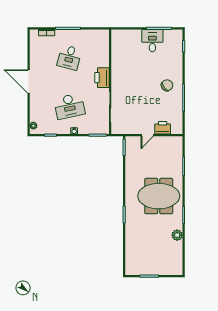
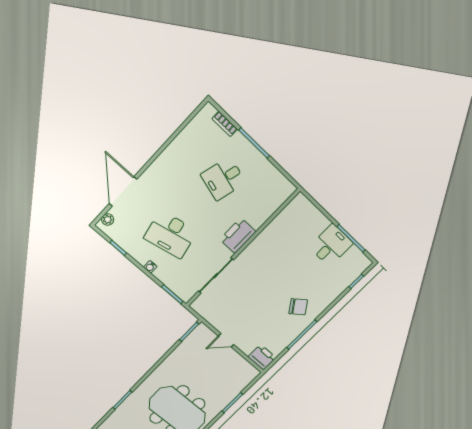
door: (29, 81) -> (123, 192), moved
printer: (163, 128) -> (262, 357), moved

